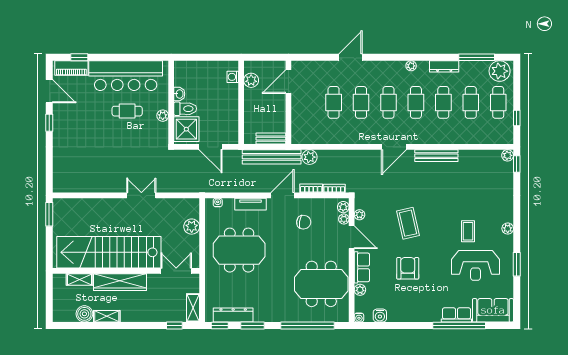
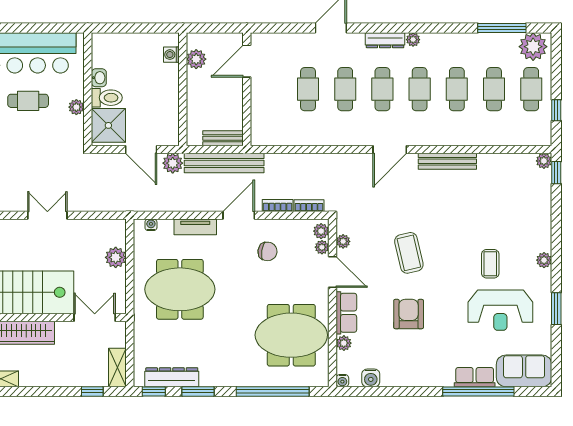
dresser: (444, 66) -> (385, 40), moved
plant: (310, 157) -> (173, 163), moved

